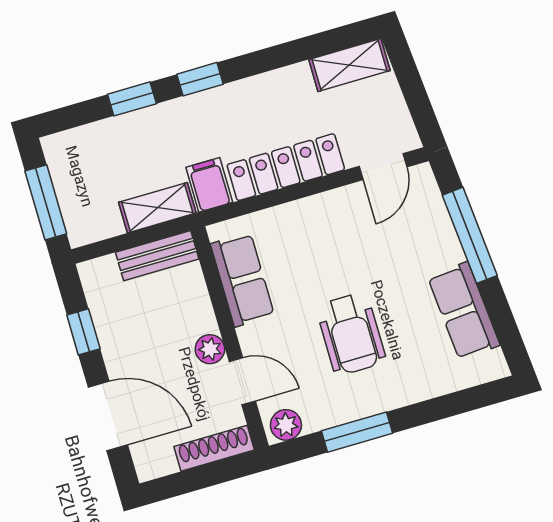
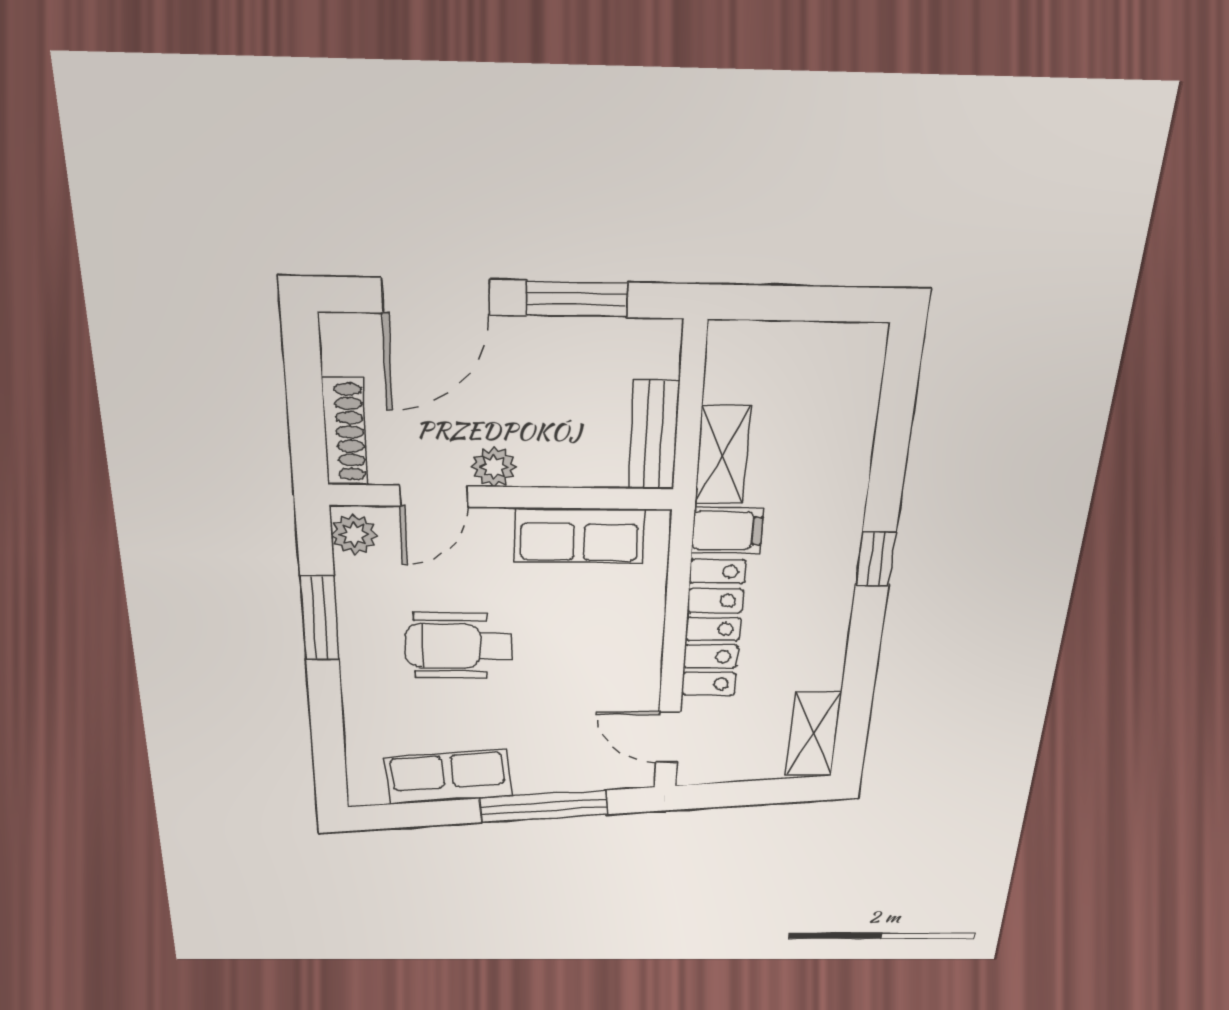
window: (132, 99) -> (888, 466), removed
window: (46, 202) -> (792, 303), removed
window: (83, 332) -> (577, 299), width x1.50

